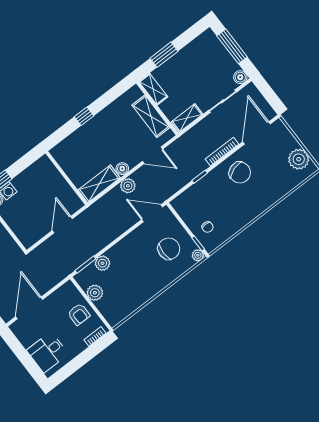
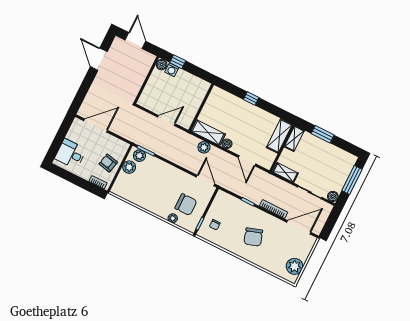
shelving: (151, 116) -> (279, 136), moved
chair: (240, 173) -> (253, 237), moved
plant: (128, 186) -> (204, 147), moved
plant: (198, 255) -> (173, 218), moved
plant: (102, 263) -> (139, 156), moved
armchair: (79, 314) -> (108, 163), turned 103

